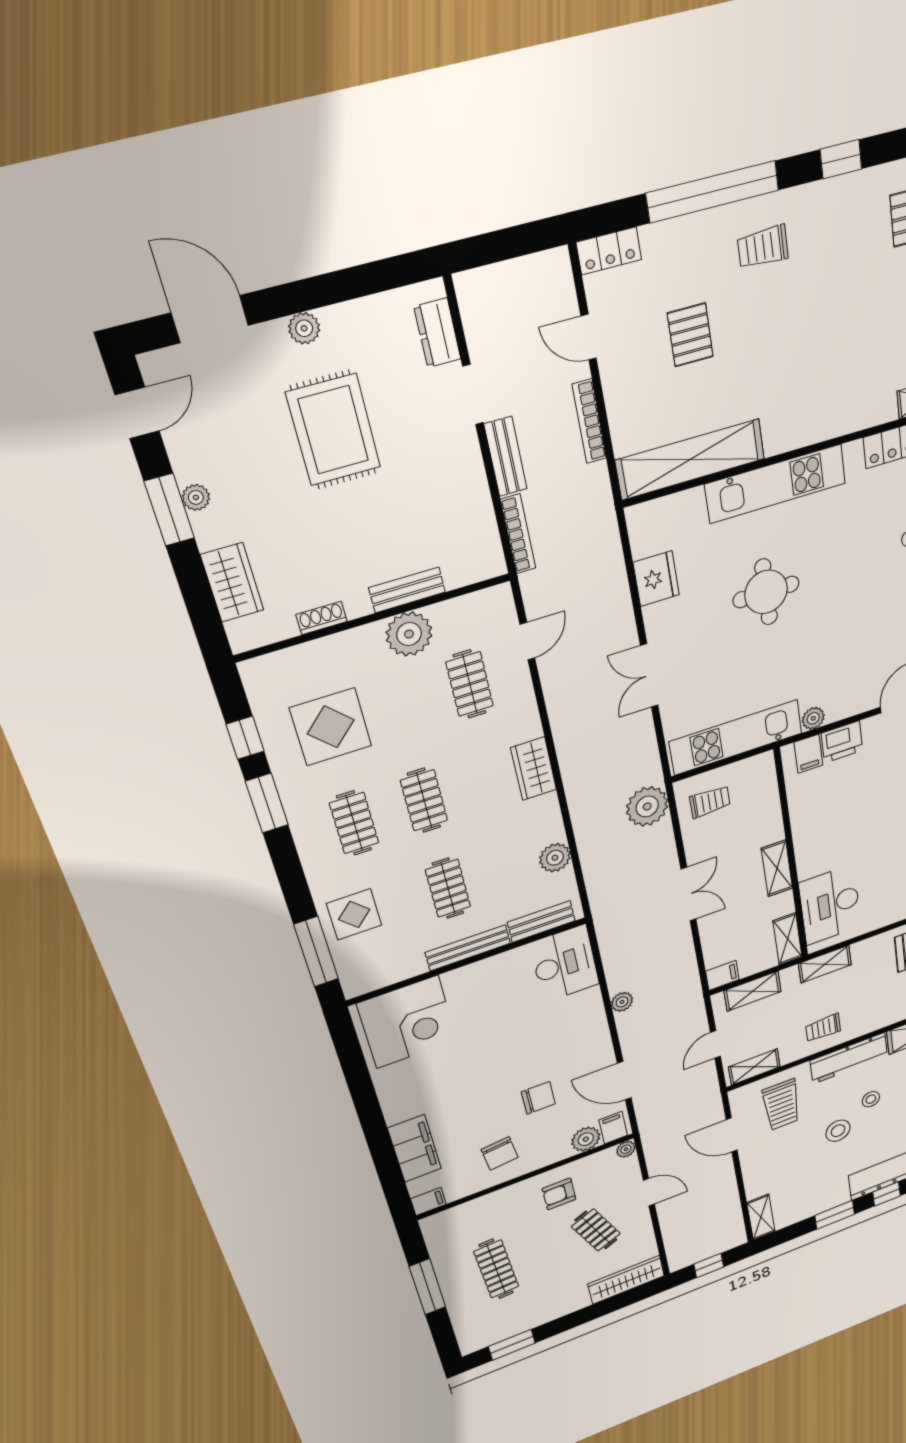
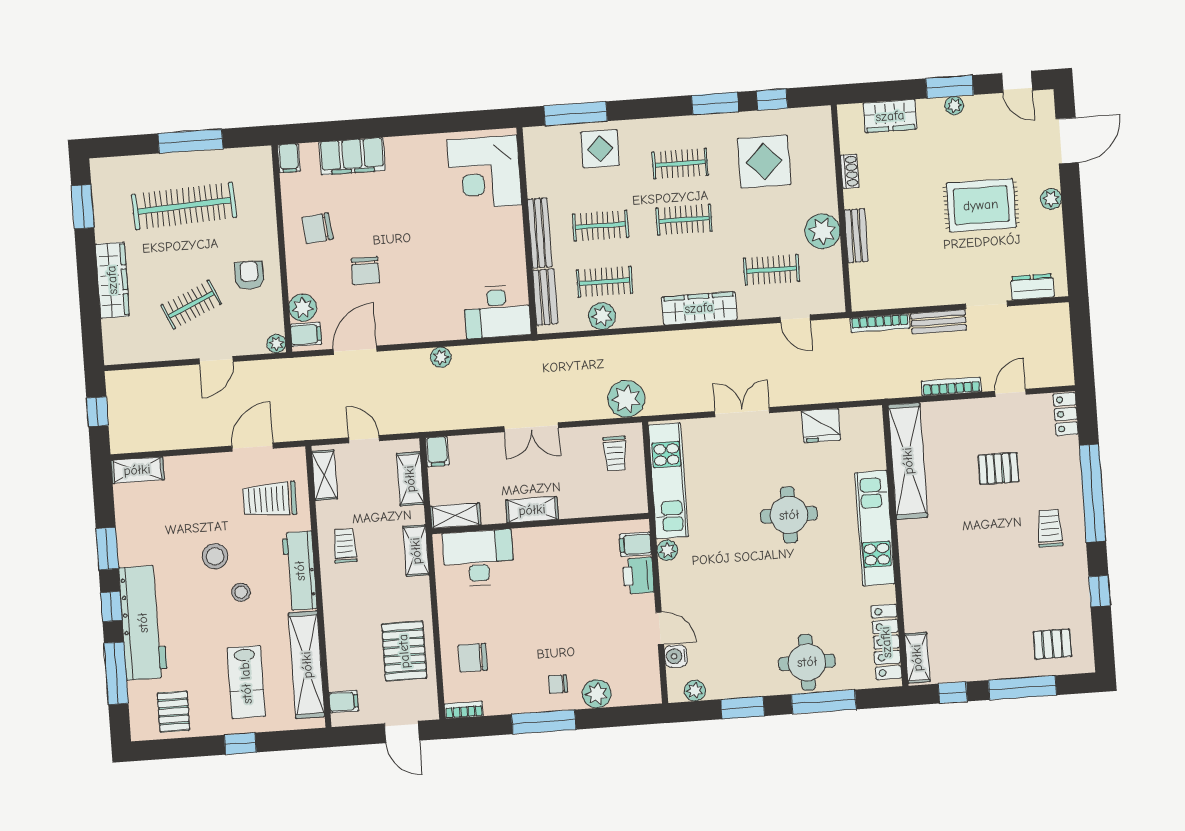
wardrobe: (534, 769) -> (699, 308), width x1.50
clothes rail: (514, 866) -> (605, 282), added
clothes rail: (496, 1269) -> (184, 206), width x1.37, depth x1.31
wardrobe: (626, 1280) -> (112, 280), moved

